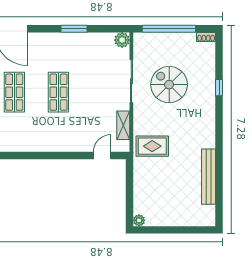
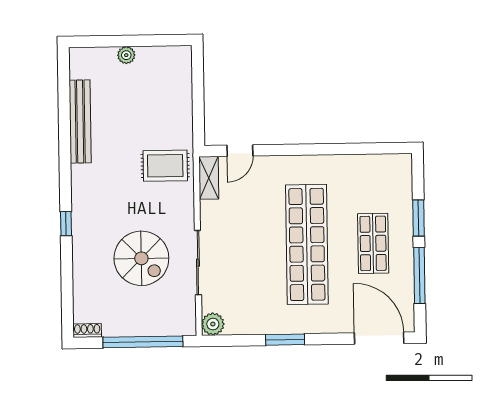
window: (219, 88) -> (66, 224), moved
shop shelf: (58, 92) -> (307, 244), width x2.00, depth x1.36
shelving: (123, 125) -> (209, 178), moved
plant: (139, 220) -> (126, 55), moved

